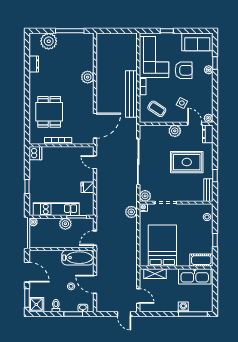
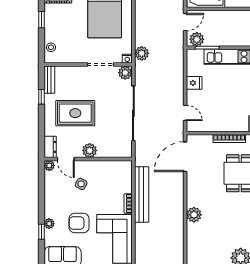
coffee table: (157, 109) -> (111, 177), removed
plant: (65, 224) -> (197, 39), moved

